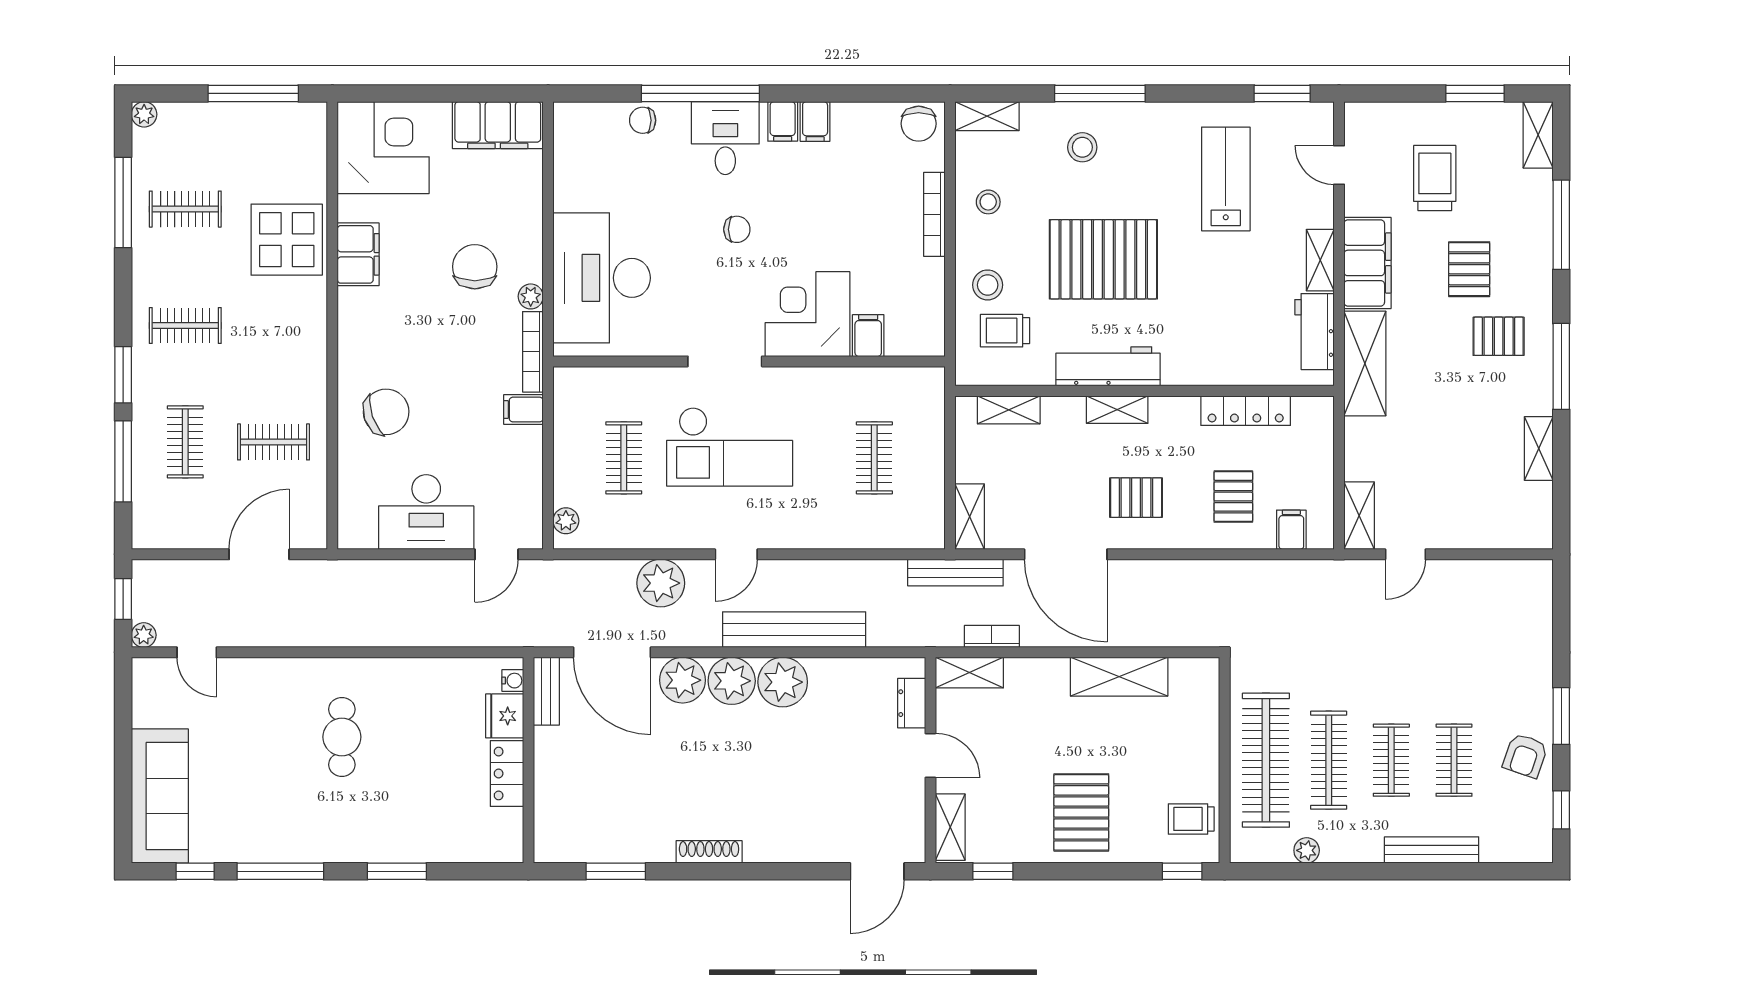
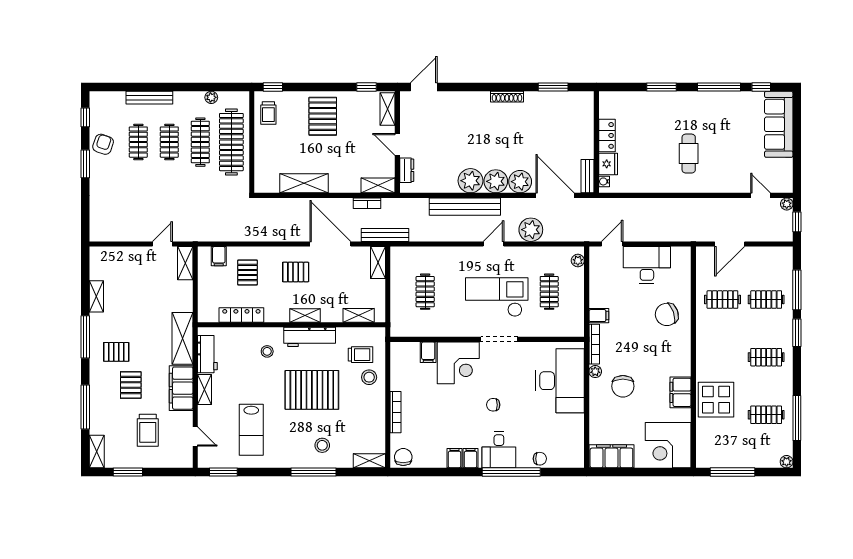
stool: (988, 202) -> (267, 351), moved
clothes rail: (185, 442) -> (766, 300), turned 90
trolley: (1191, 819) -> (268, 113), turned 90

